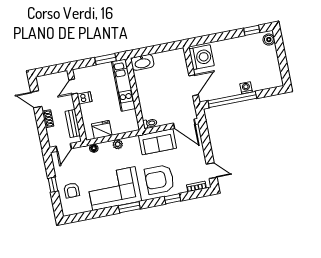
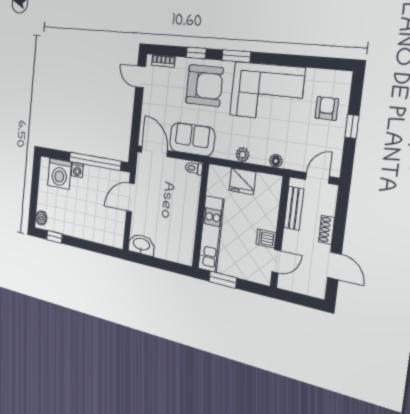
washing machine: (202, 57) -> (59, 174), moved, turned -90
washbasin: (142, 62) -> (141, 245), moved
fridge: (102, 130) -> (242, 181), moved
window: (129, 207) -> (236, 56), moved

